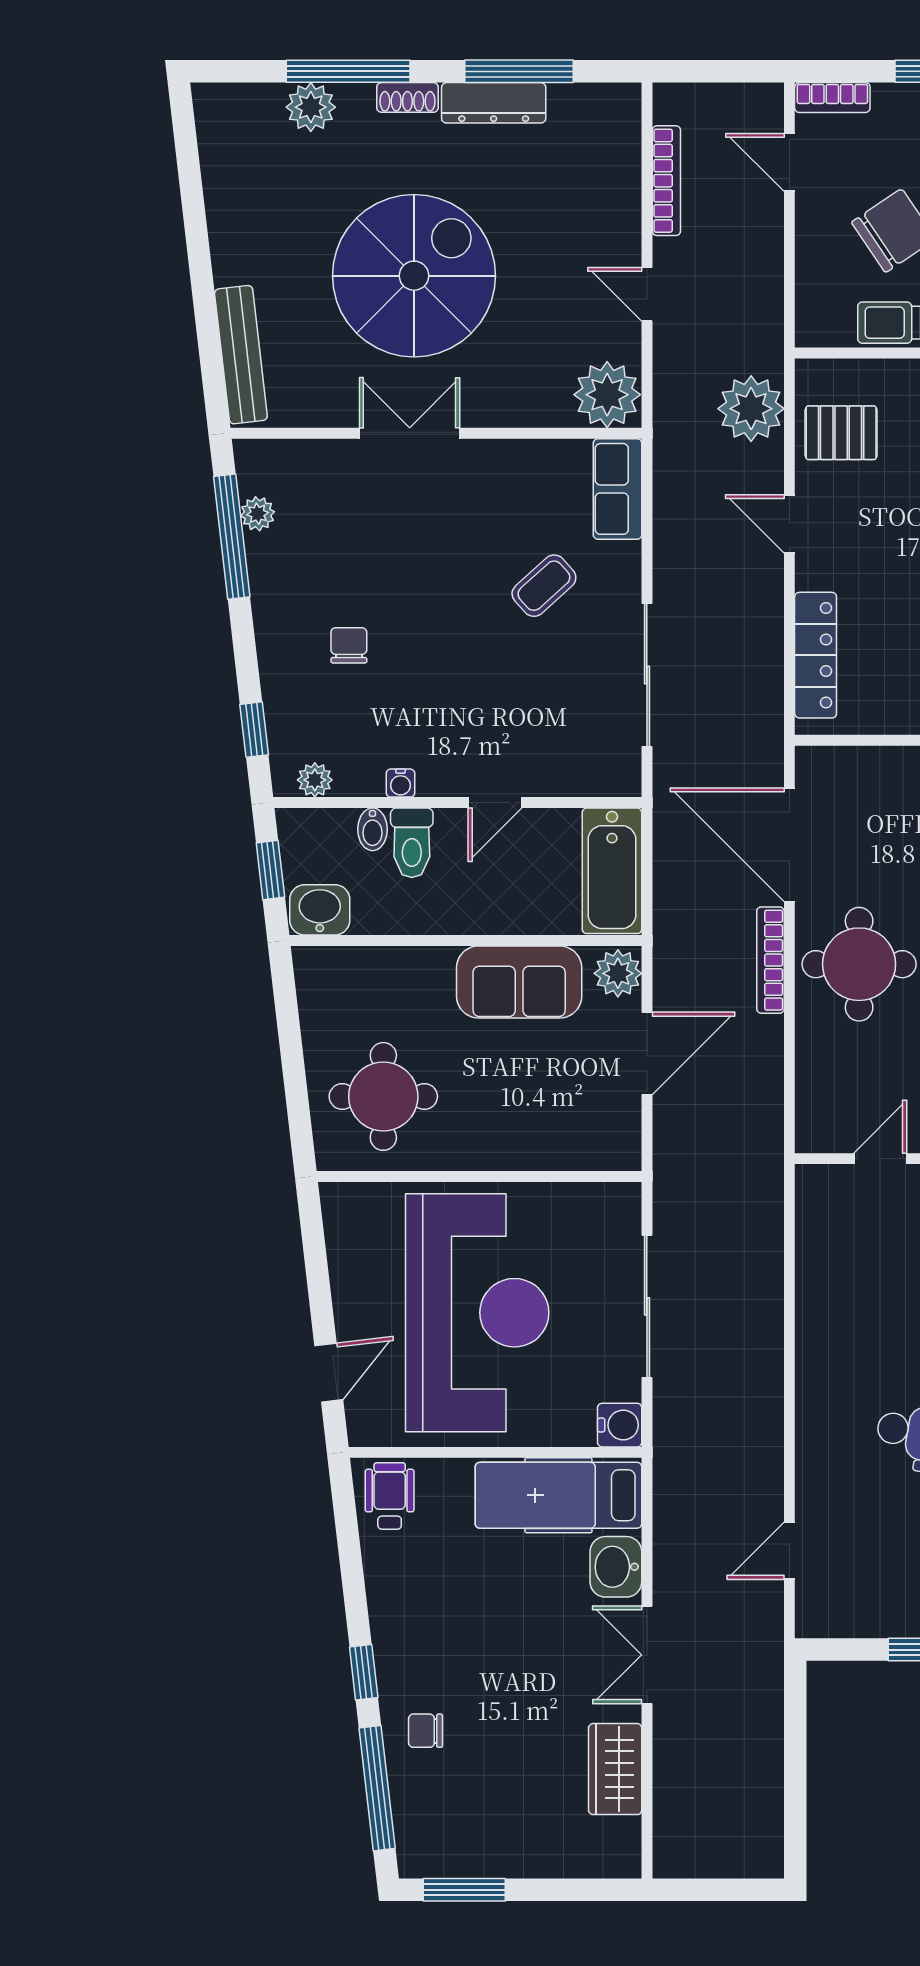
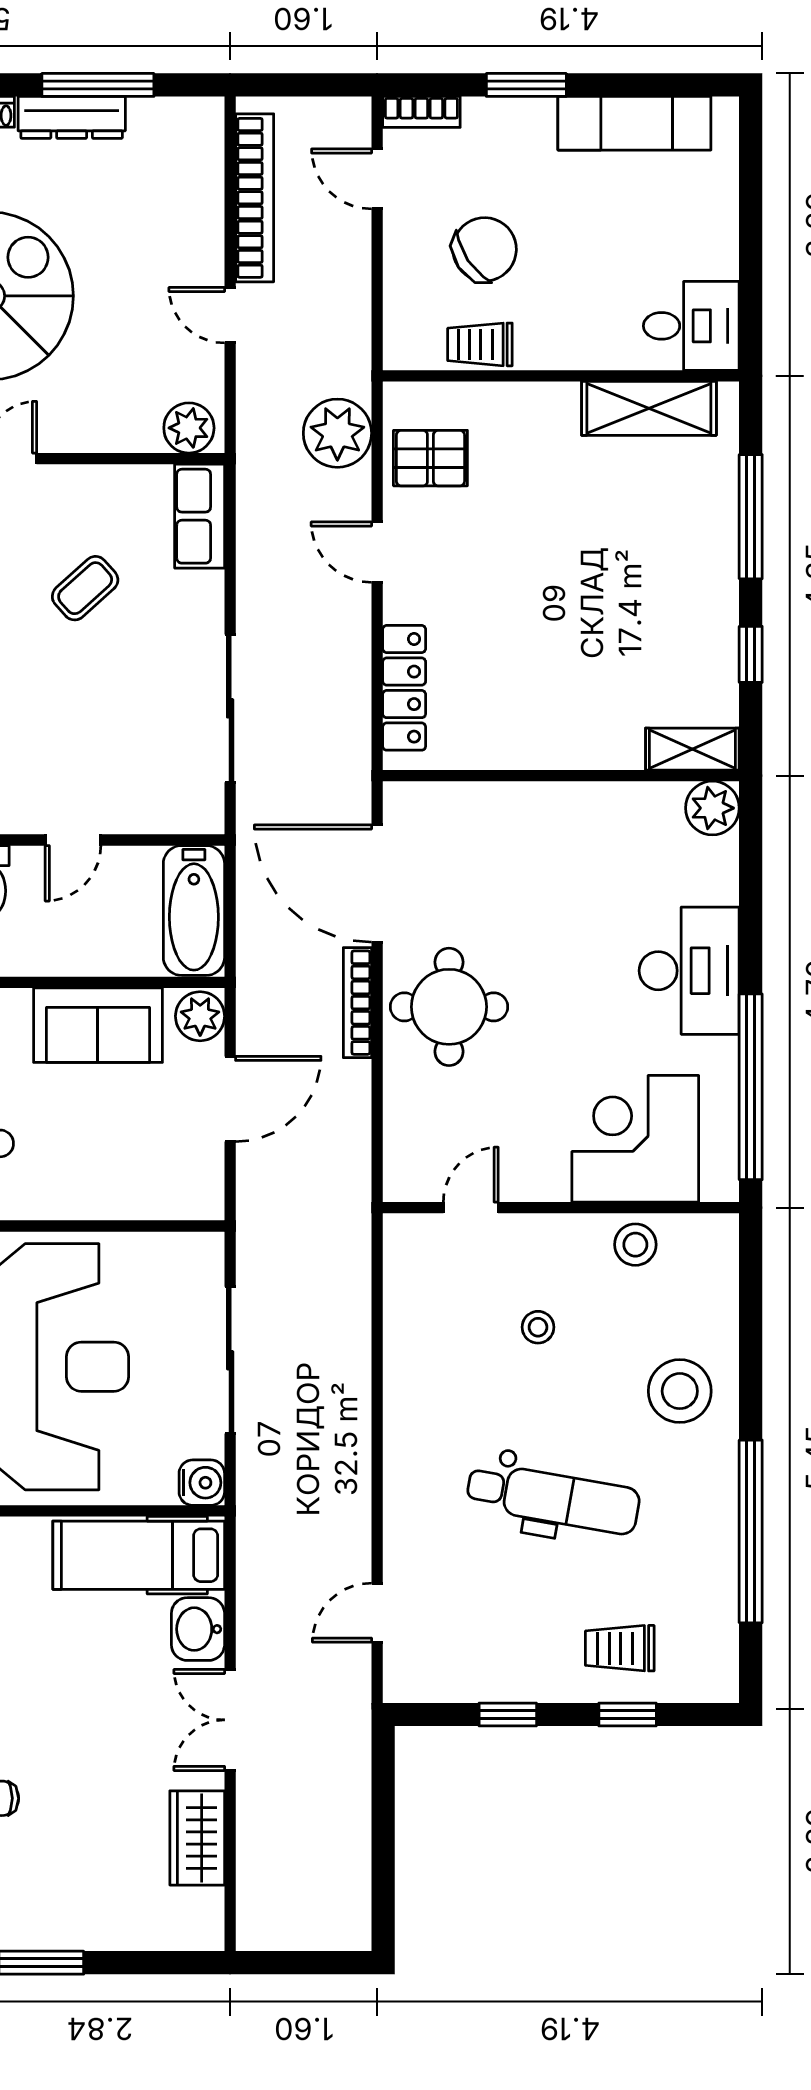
bookcase: (666, 181) -> (255, 198), width x1.48, depth x1.31
plant: (607, 395) -> (189, 428), width x0.73, depth x0.73
coffee table: (544, 586) -> (85, 588), moved

